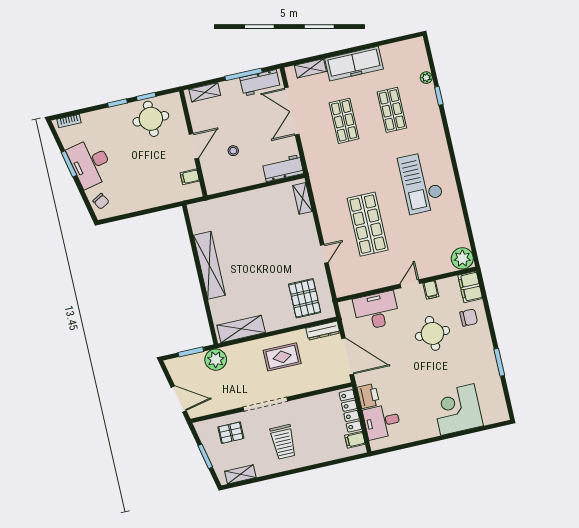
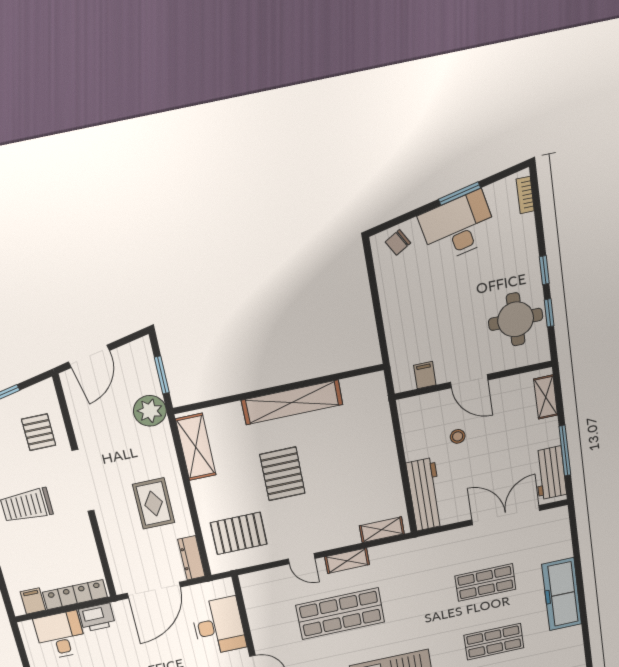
shelving: (310, 68) -> (347, 561), moved, turned 90
workbench: (283, 168) -> (425, 494), width x1.38
pallet: (261, 270) -> (282, 474), added

